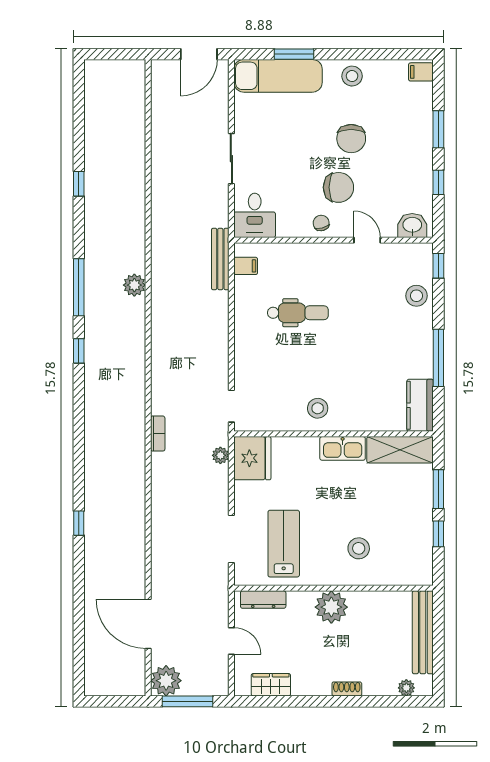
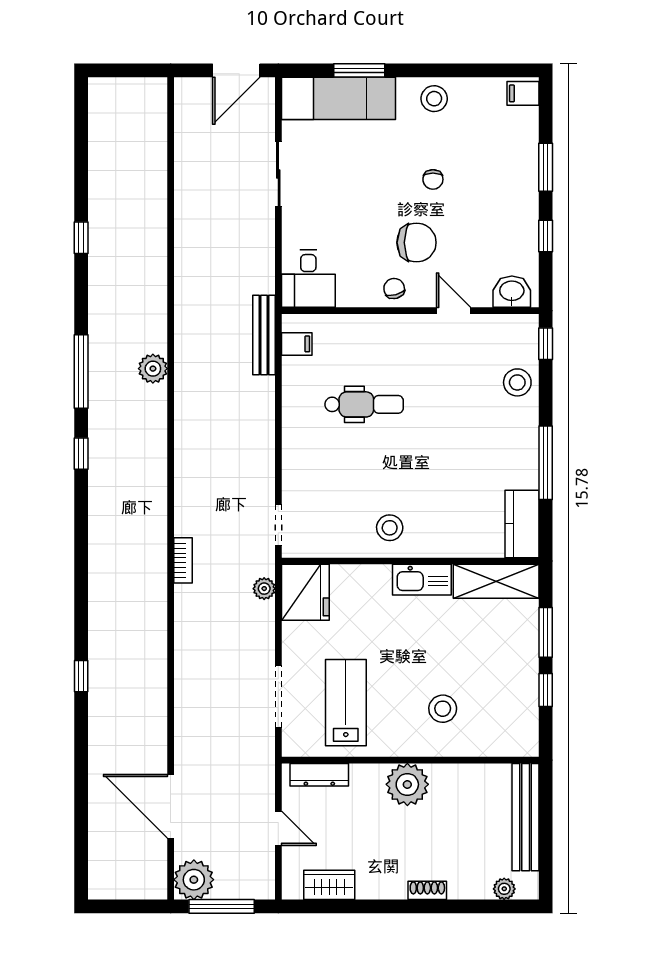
chair: (351, 139) -> (433, 179), width x0.54, depth x0.54
sliding door: (231, 159) -> (278, 174), moved

